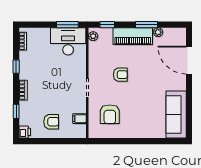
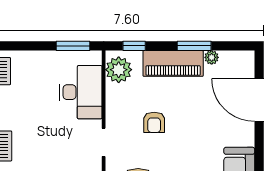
plant: (93, 36) -> (119, 70), width x1.87, depth x1.87
desk: (68, 41) -> (81, 92), moved, turned 90
armchair: (120, 75) -> (154, 122), turned 90

